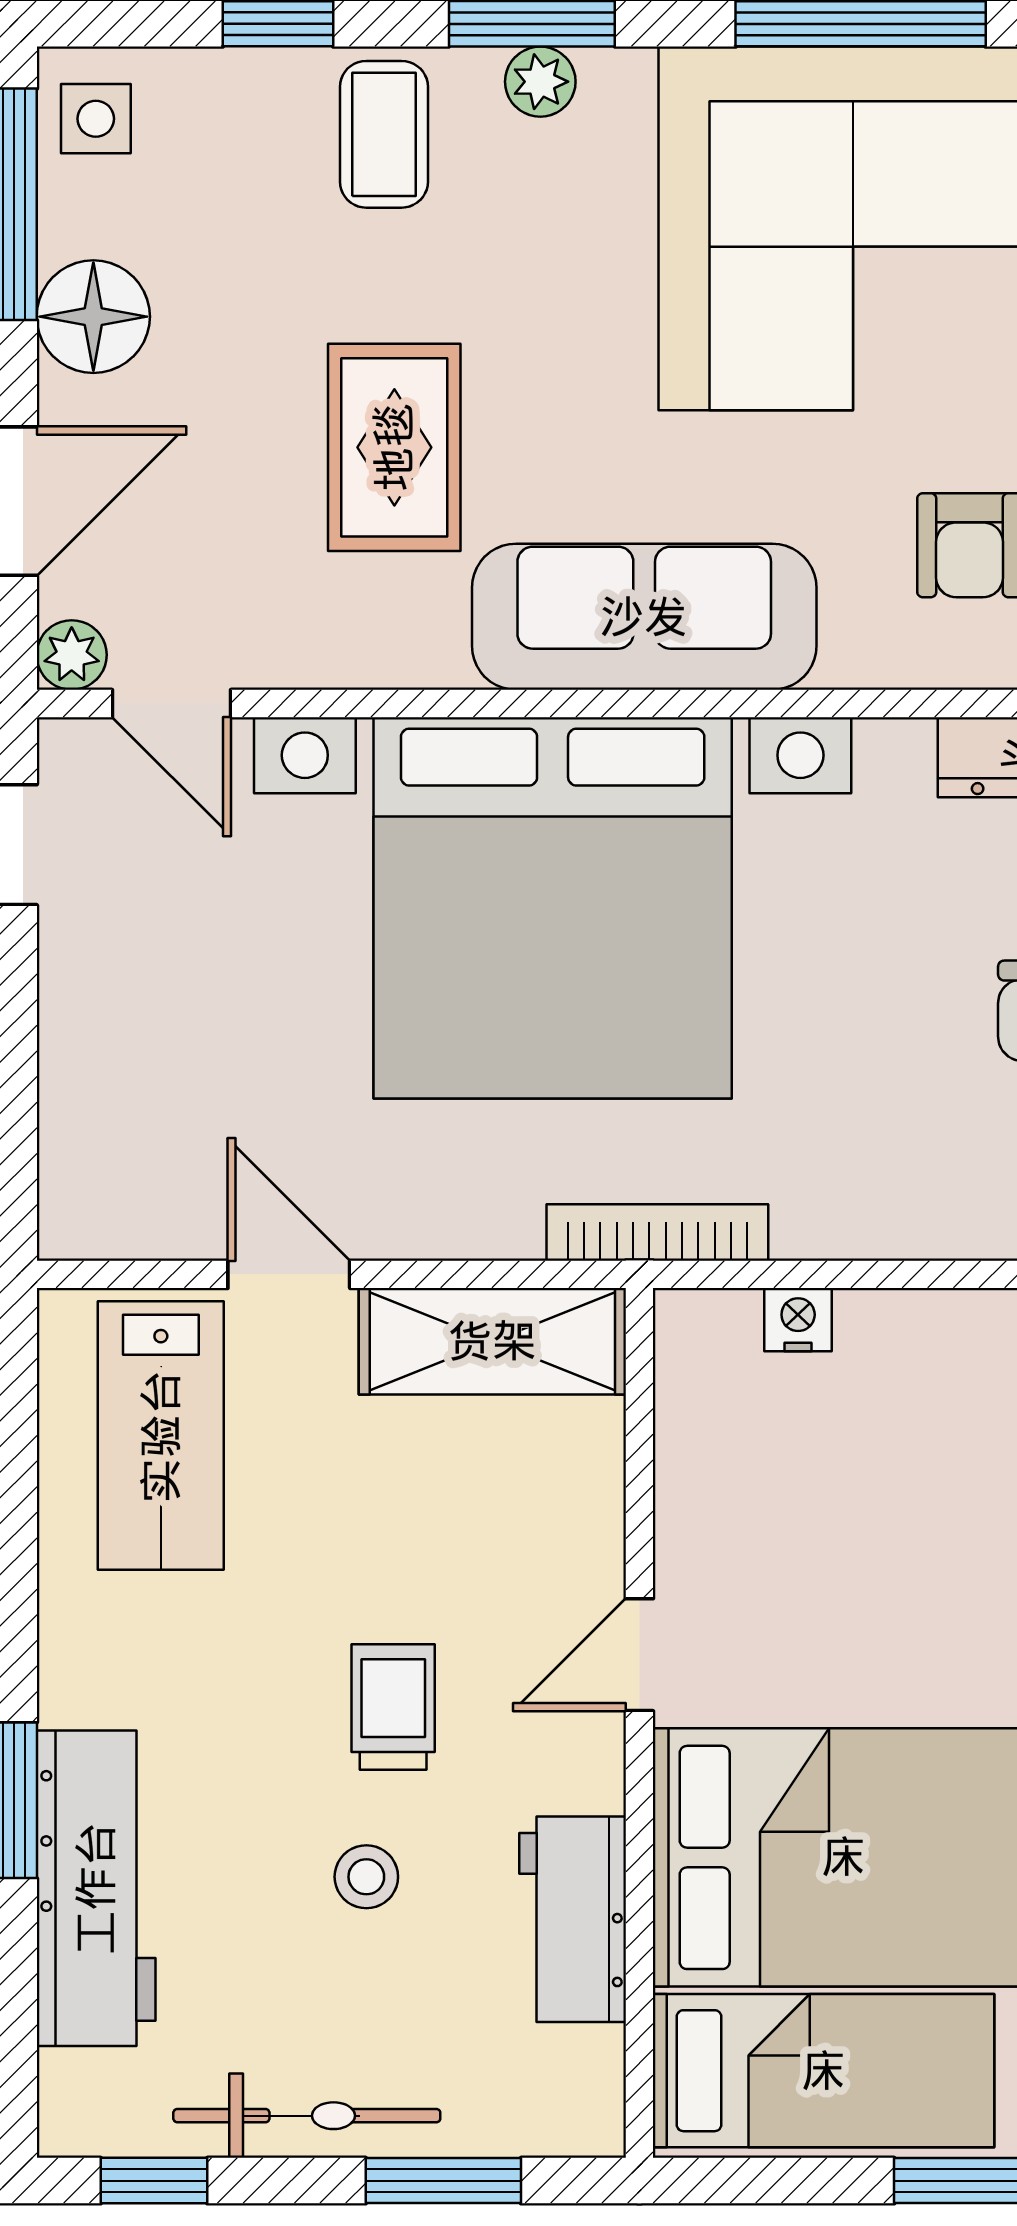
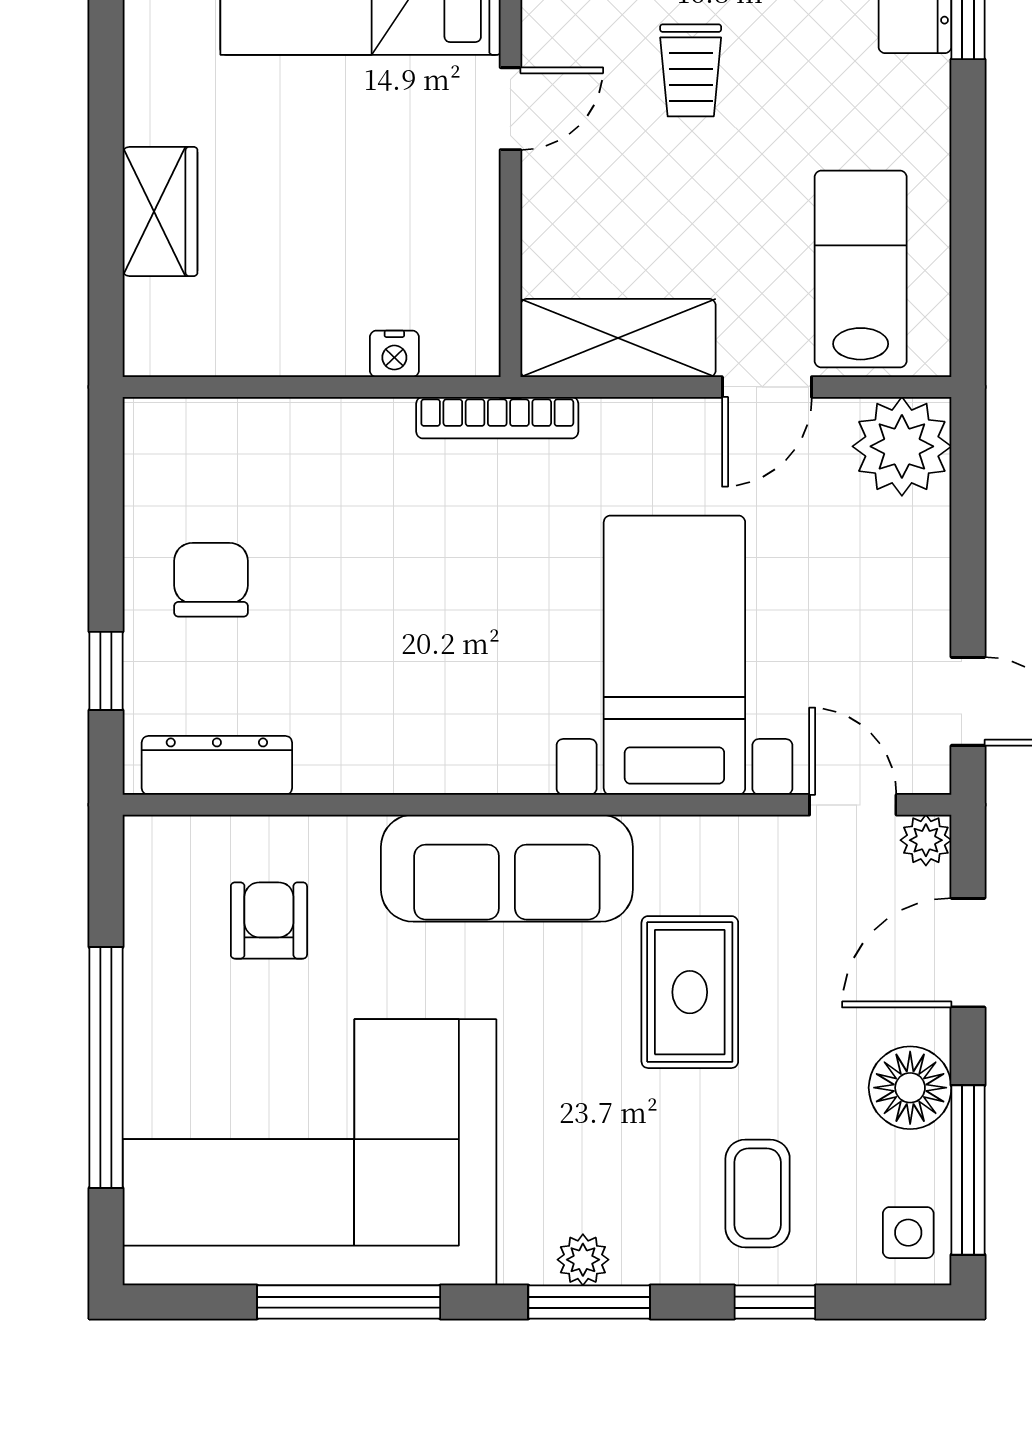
coffee table: (384, 134) -> (758, 1194), moved
bed with nightstands: (553, 908) -> (674, 655), width x0.54
plant: (104, 1193) -> (902, 446), added
door: (289, 1274) -> (767, 387), hinge flipped

